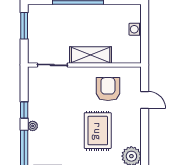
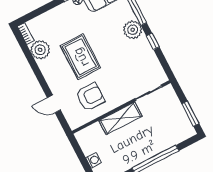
armchair: (108, 89) -> (90, 97), turned -90
plant: (33, 126) -> (133, 30), width x1.88, depth x1.88

